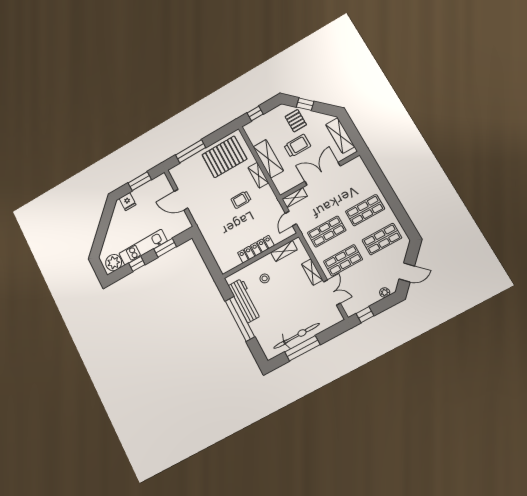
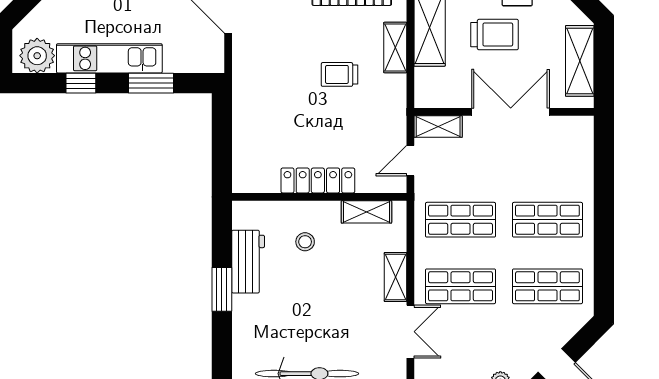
workbench: (245, 301) -> (248, 262), width x0.73
window: (240, 319) -> (222, 289), width x0.47

